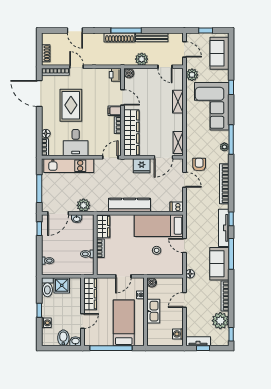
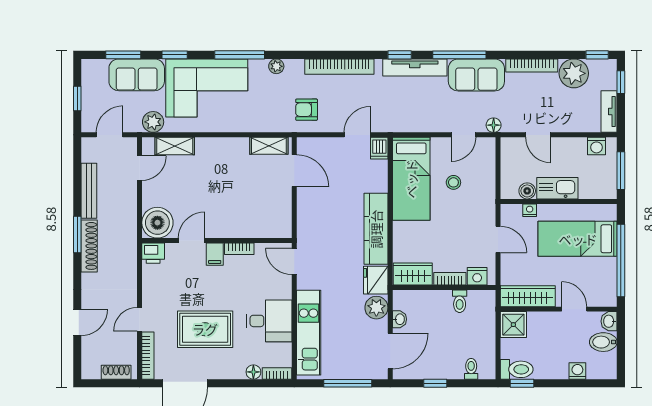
window: (126, 30) -> (77, 234), width x0.69
sofa: (220, 53) -> (137, 75), moved
window: (231, 57) -> (123, 55), added
plant: (142, 59) -> (126, 208), removed
boiler: (129, 73) -> (157, 223), width x1.86, depth x1.86
shelving: (178, 102) -> (175, 146), moved
wardrobe: (131, 133) -> (252, 225), removed
window: (231, 140) -> (240, 55), moved
fridge: (142, 166) -> (376, 280), moved, turned 180
door: (184, 180) -> (357, 135), moved
door: (58, 213) -> (390, 351), hinge flipped
window: (39, 229) -> (435, 383), moved
door: (184, 246) -> (464, 135), moved
nightstand: (102, 264) -> (477, 276), added
boiler: (152, 282) -> (527, 191), moved
shower: (62, 285) -> (513, 325), moved
window: (39, 310) -> (522, 383), moved
window: (163, 348) -> (621, 171), added
window: (203, 348) -> (621, 82), moved

